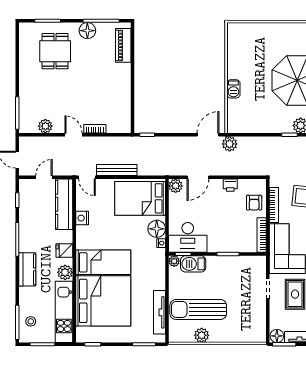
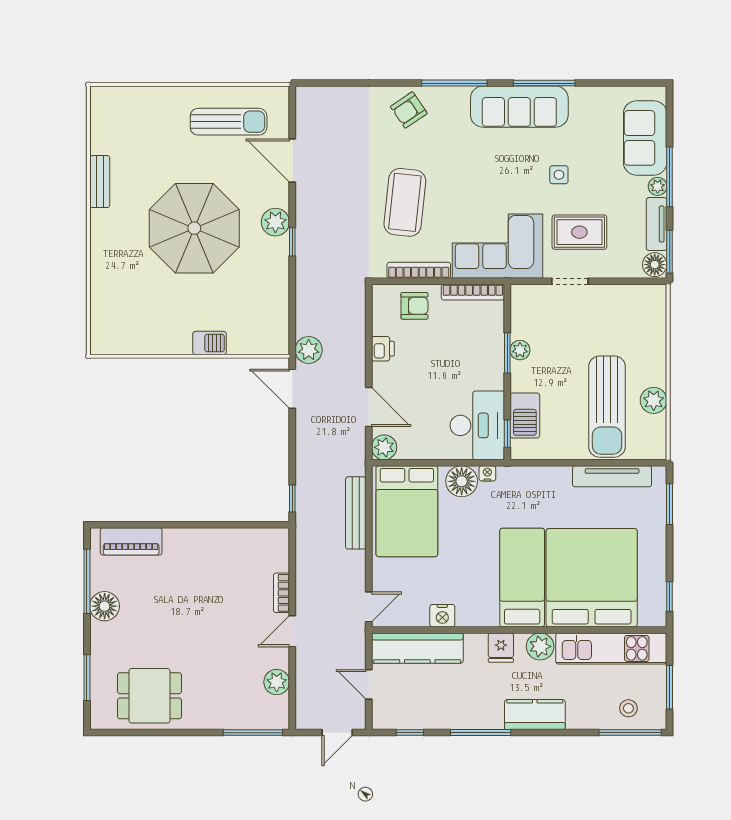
dining table: (55, 51) -> (149, 696), moved
bench: (117, 170) -> (356, 513), moved
plant: (174, 261) -> (520, 350), moved

